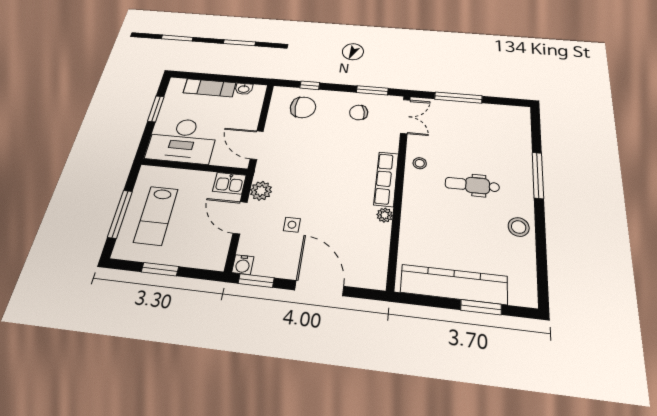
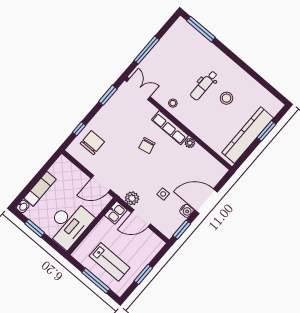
washbasin: (244, 89) -> (23, 206), moved
chair: (359, 112) -> (147, 145), moved
window: (538, 175) -> (201, 29), moved
stool: (519, 227) -> (226, 98), moved
water cooler: (243, 265) -> (186, 211), moved

